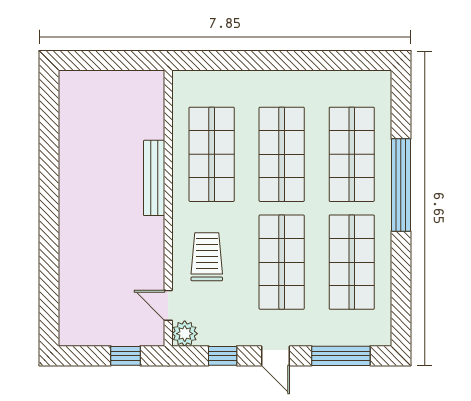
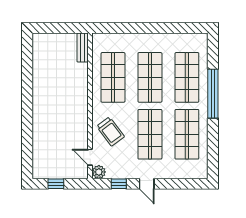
bench: (154, 178) -> (83, 48), moved, width x0.73
trolley: (207, 257) -> (110, 131), turned 143
window: (125, 356) -> (56, 184), moved
window: (341, 356) -> (181, 184), removed

